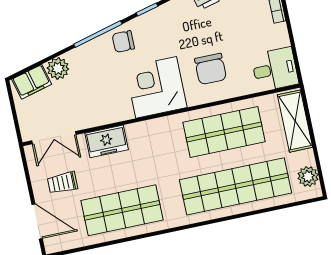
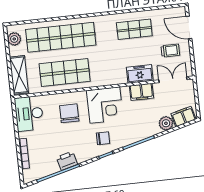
chair: (123, 42) -> (103, 138), moved
desk: (275, 69) -> (29, 114), width x1.37
filing cabinet: (101, 114) -> (141, 92), added
shop shelf: (122, 210) -> (134, 29), width x0.70, depth x0.74

